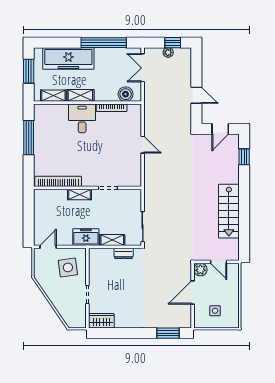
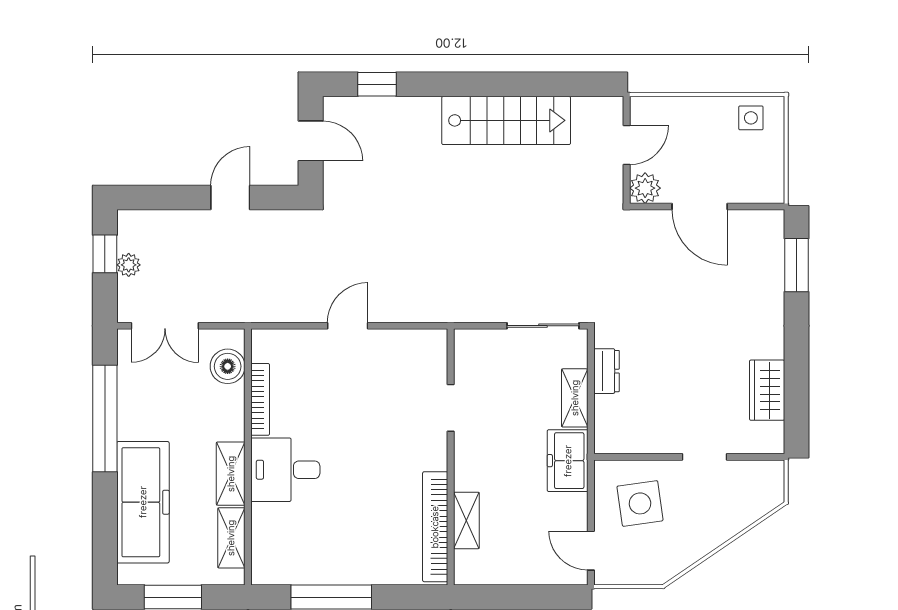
shelving: (80, 194) -> (466, 520), moved
side table: (215, 311) -> (751, 118), moved
wardrobe: (101, 321) -> (767, 390), moved

